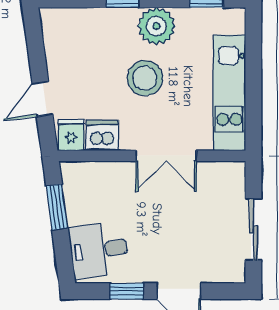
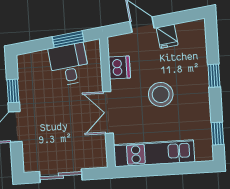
plant: (156, 26) -> (197, 100), removed
fridge: (71, 135) -> (167, 36), moved, turned 82
desk: (99, 250) -> (69, 64), moved

